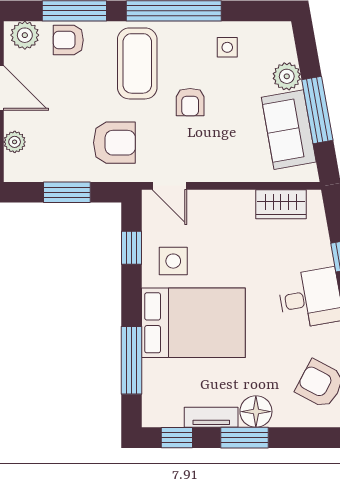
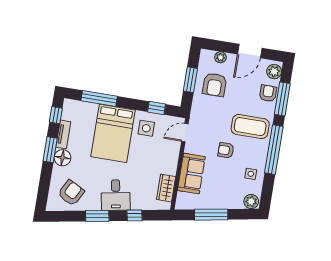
plant: (287, 76) -> (251, 202), moved
sofa: (289, 130) -> (191, 174), moved, turned 100
armchair: (114, 143) -> (215, 85), moved

